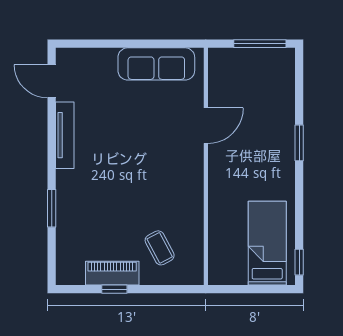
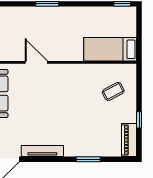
bed: (267, 243) -> (110, 49), moved
piano: (112, 273) -> (129, 140), moved

